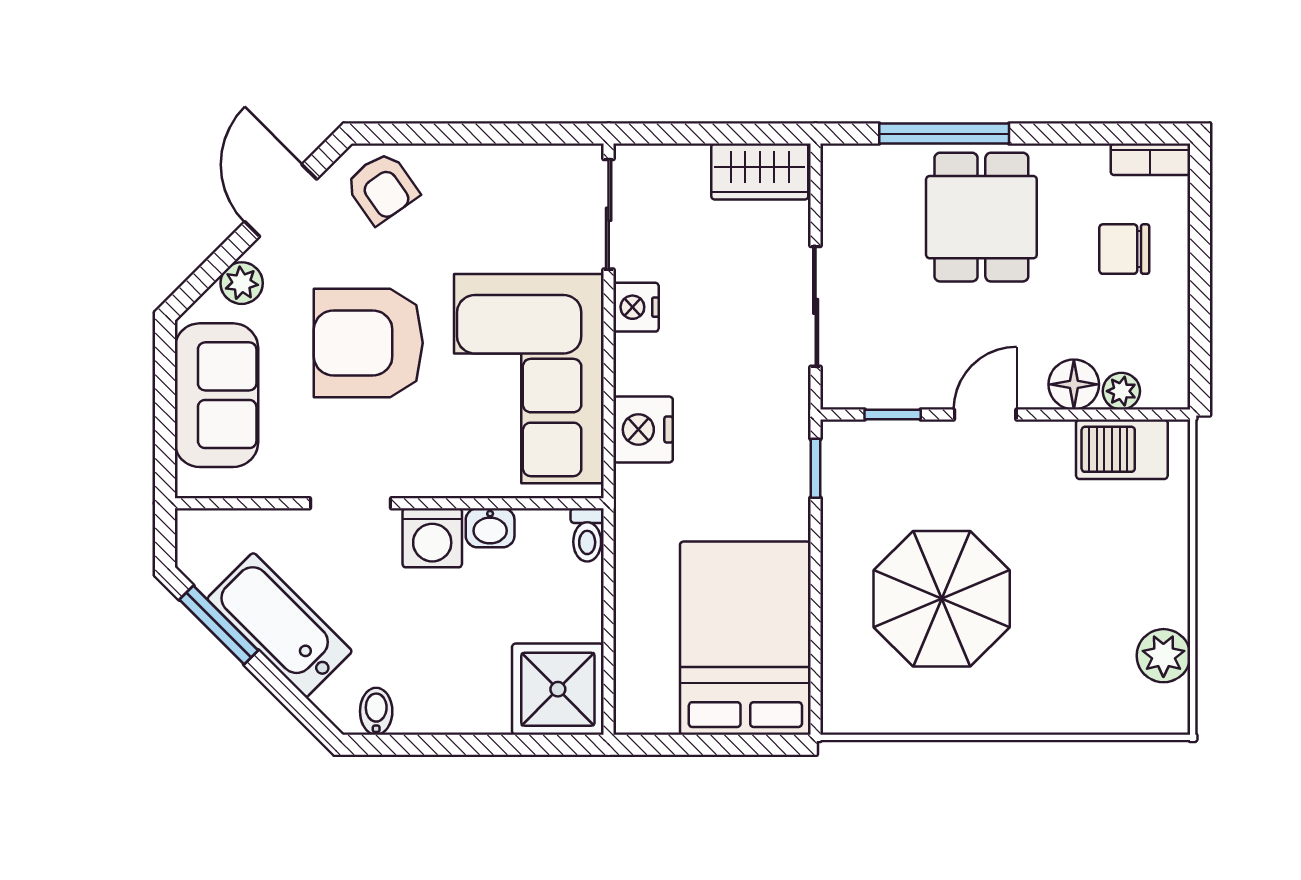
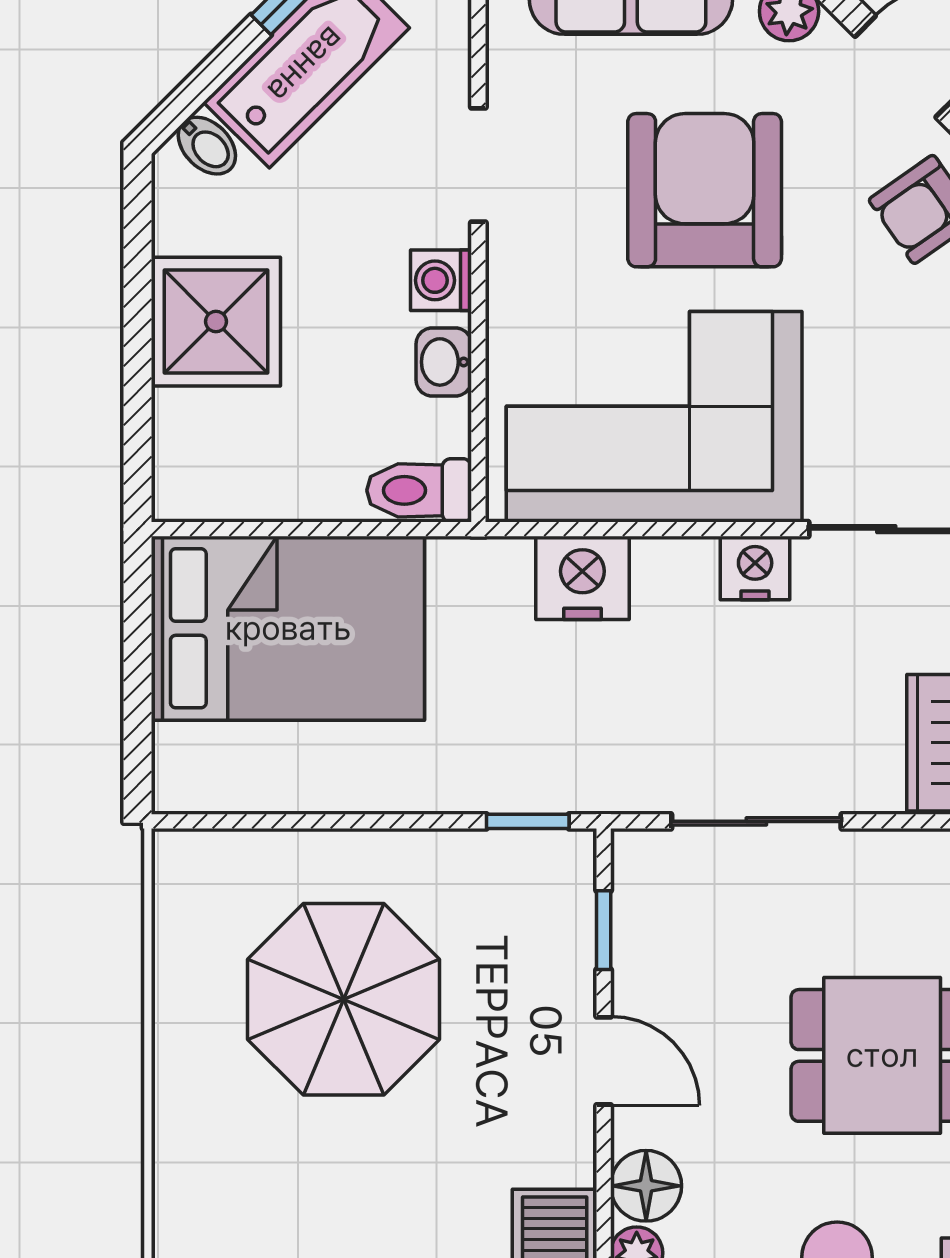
toilet: (587, 535) -> (419, 490), width x1.37, depth x1.39
washing machine: (432, 538) -> (441, 280), width x0.73, depth x0.73
bed: (745, 638) -> (288, 628), moved
shower: (558, 689) -> (216, 322), moved
bidet: (376, 711) -> (207, 146), moved, turned 45

